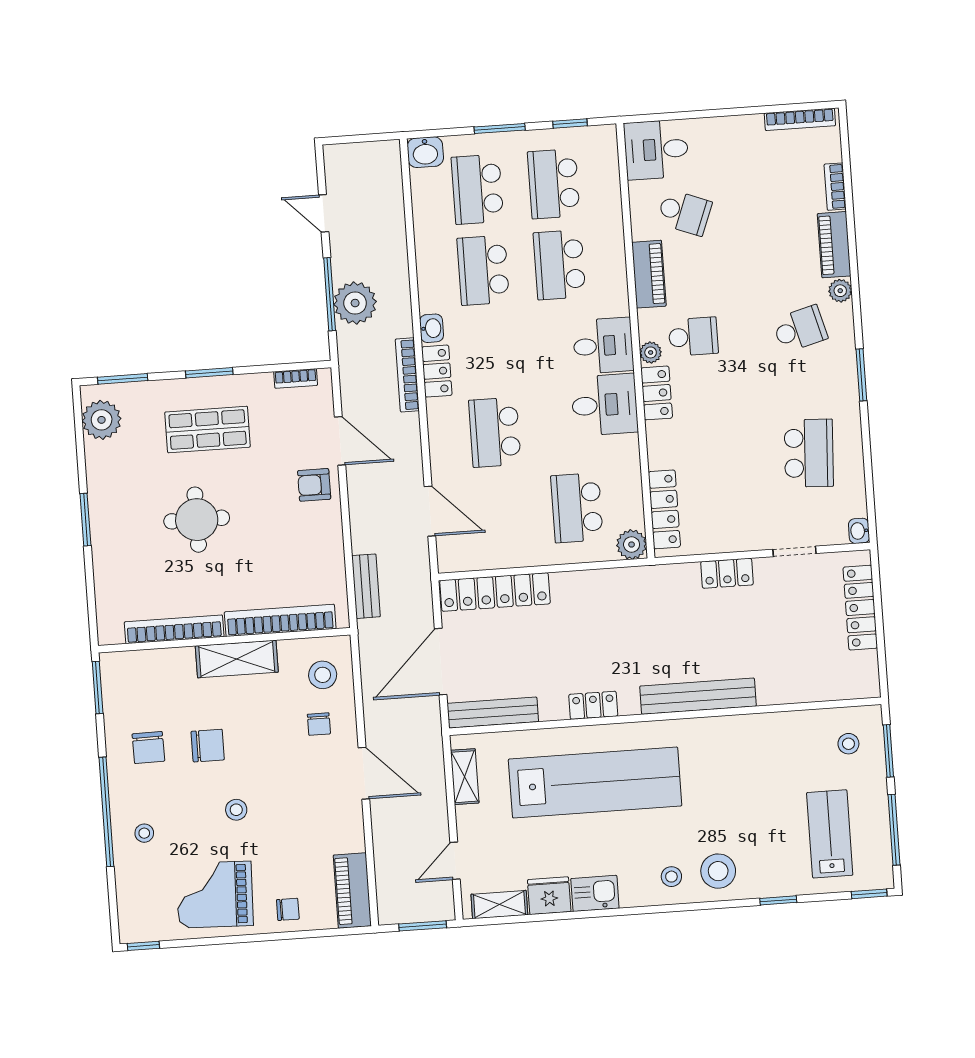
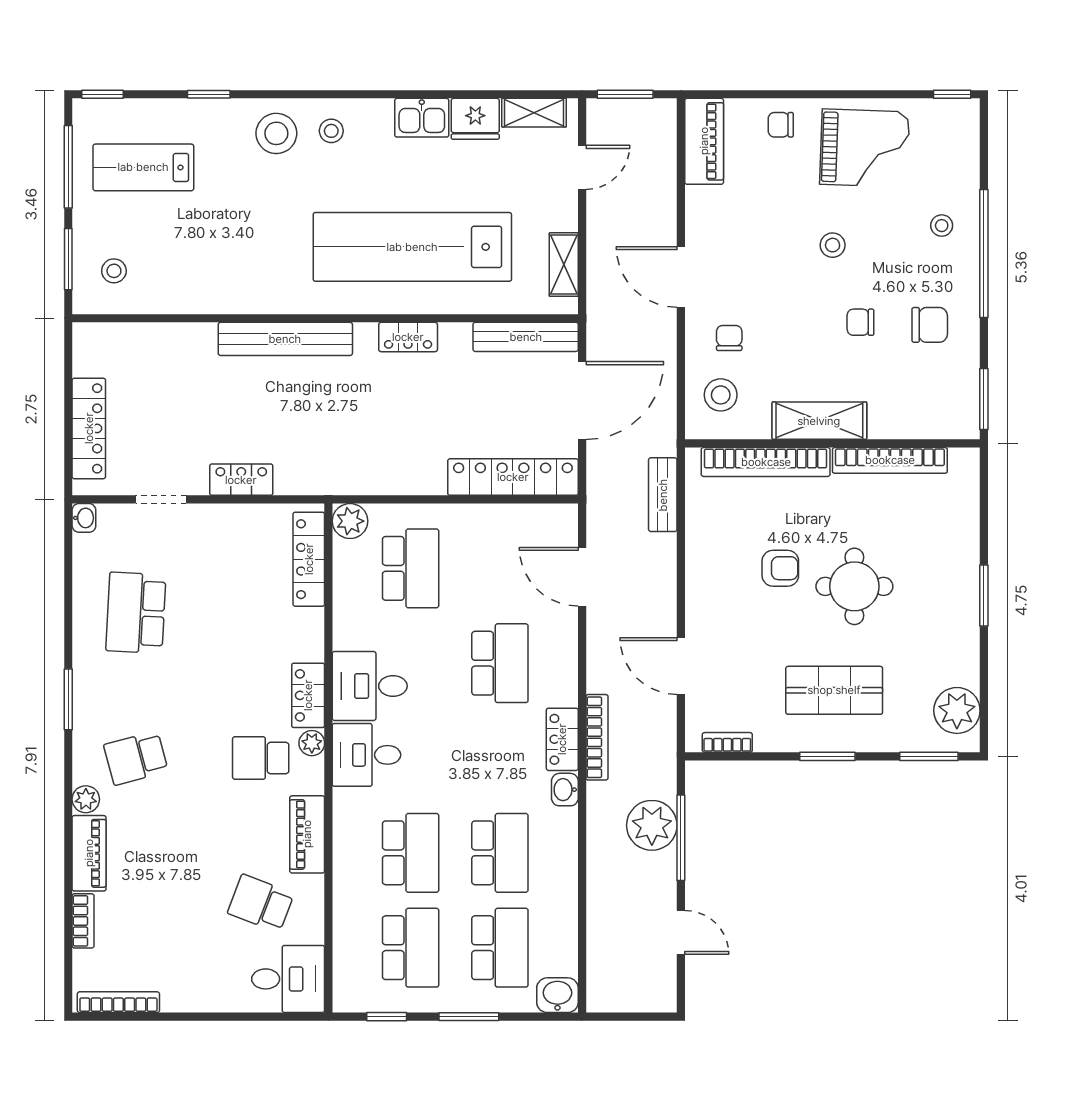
armchair: (314, 485) -> (780, 568), moved
chair: (208, 746) -> (860, 322), width x0.73, depth x0.73
chair: (148, 748) -> (930, 325), turned 91
lab bench: (830, 834) -> (143, 167), turned 90

